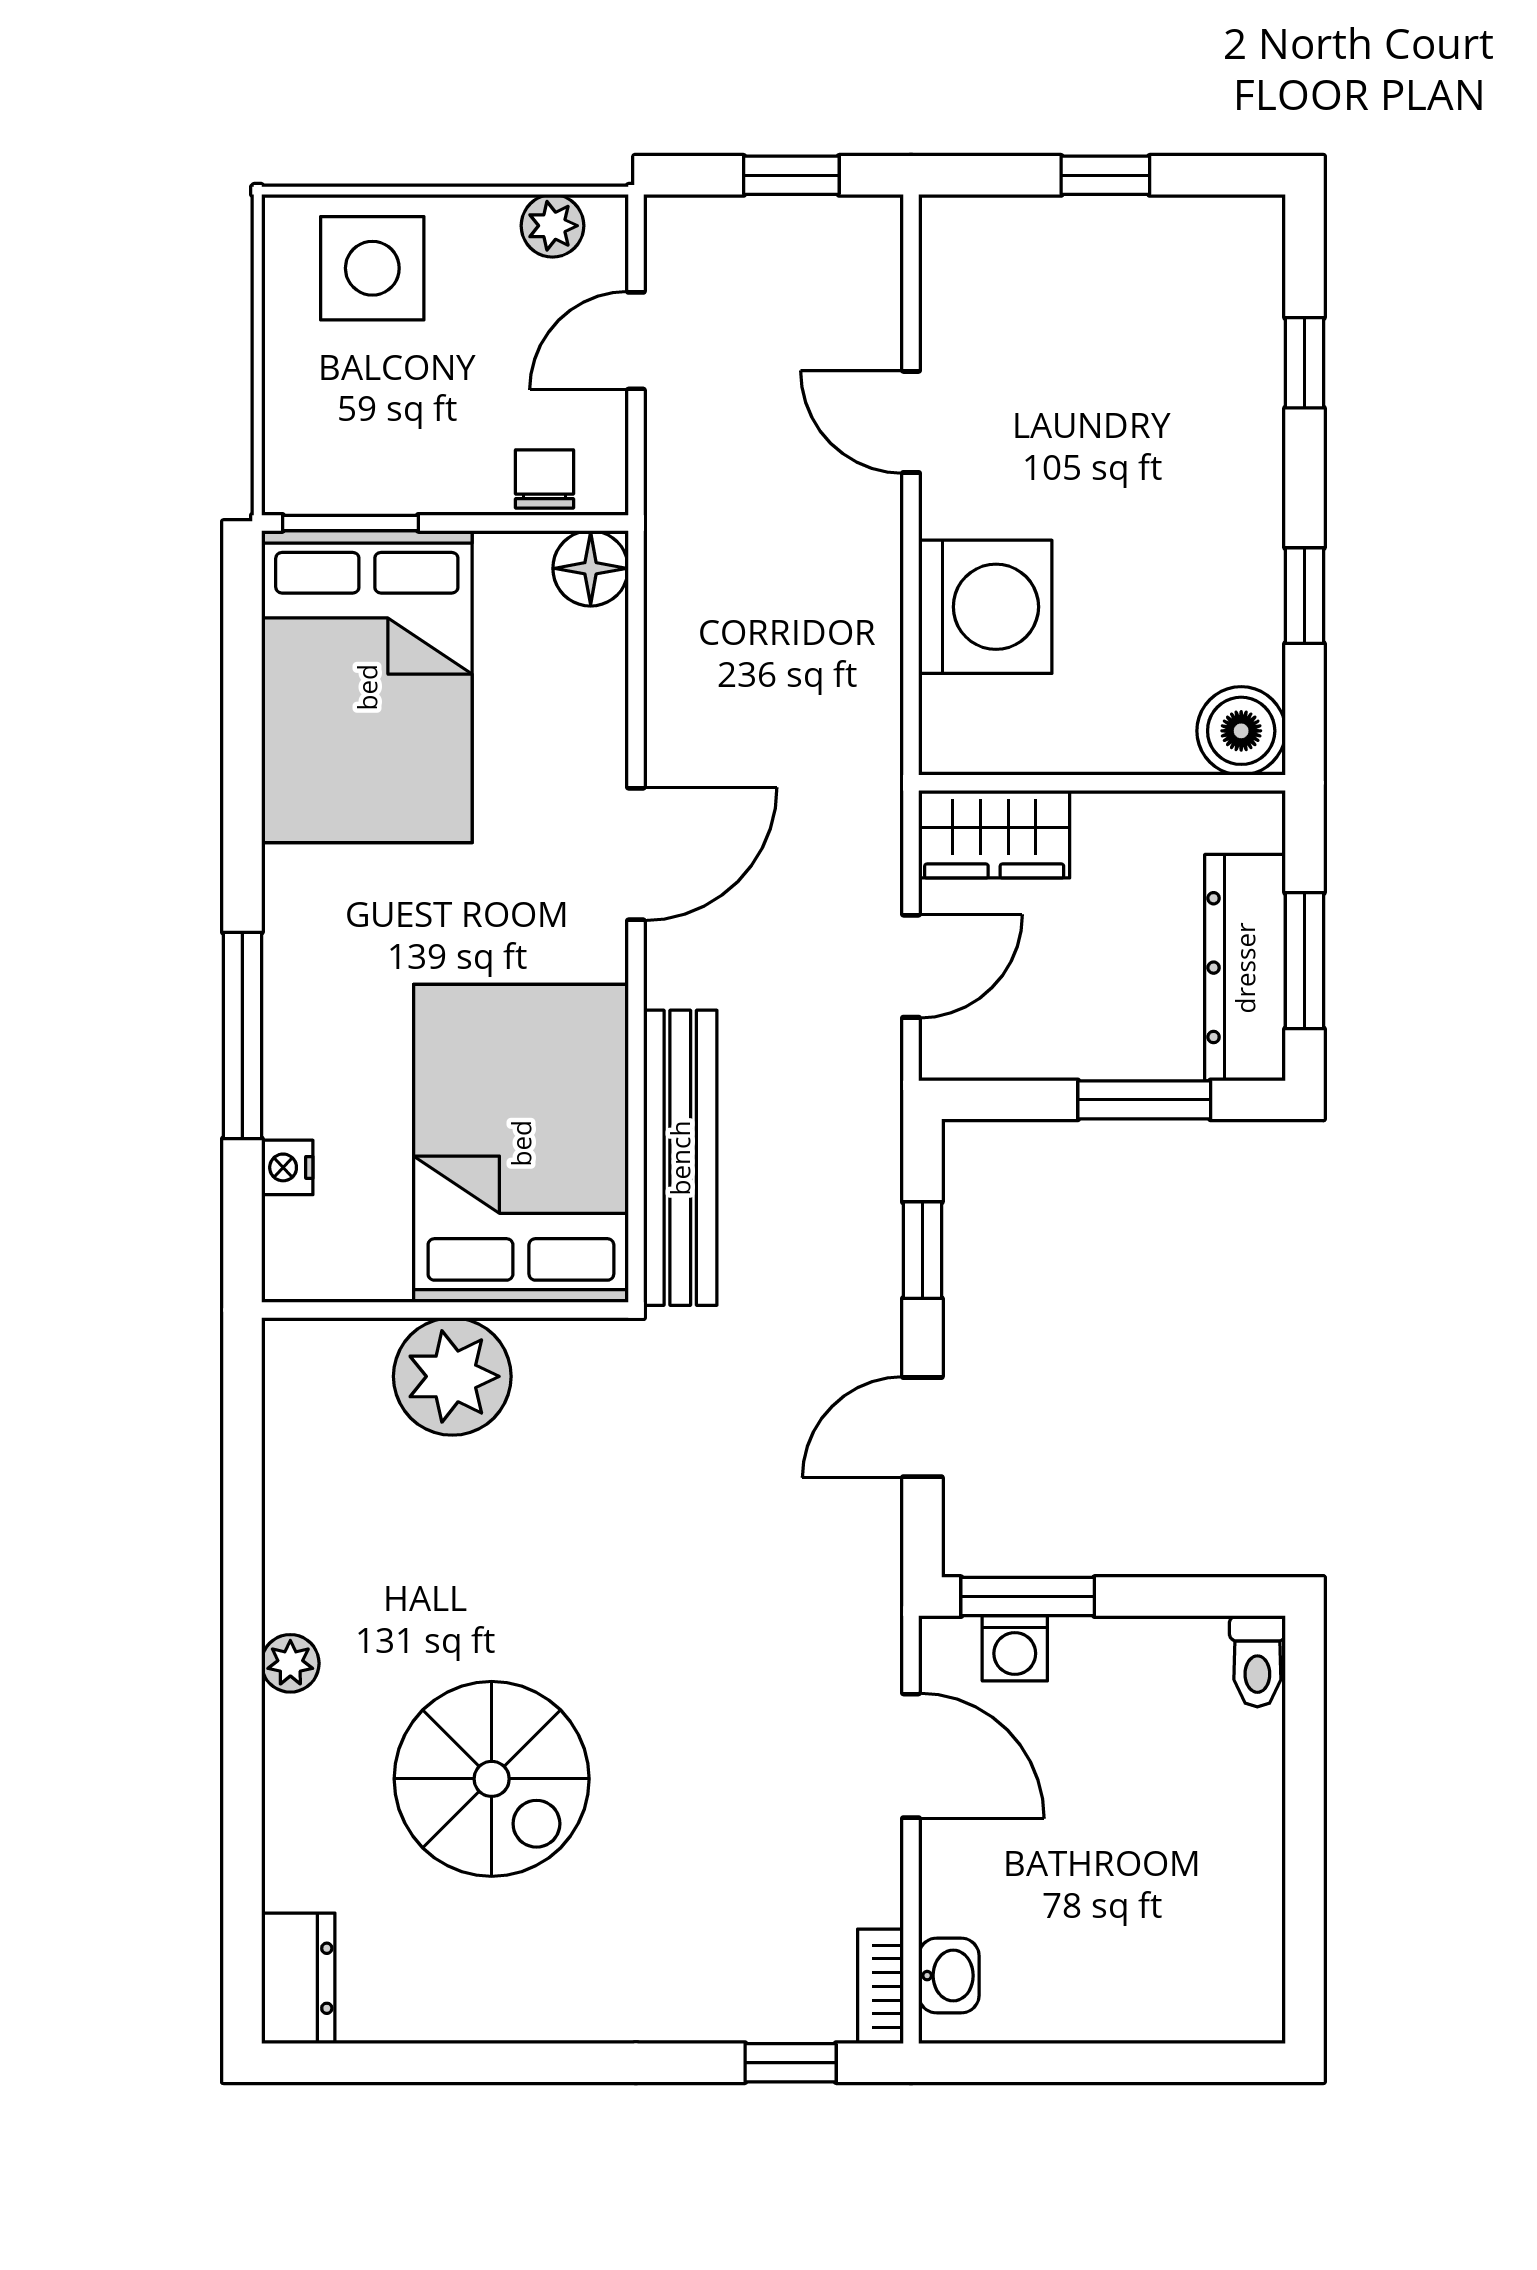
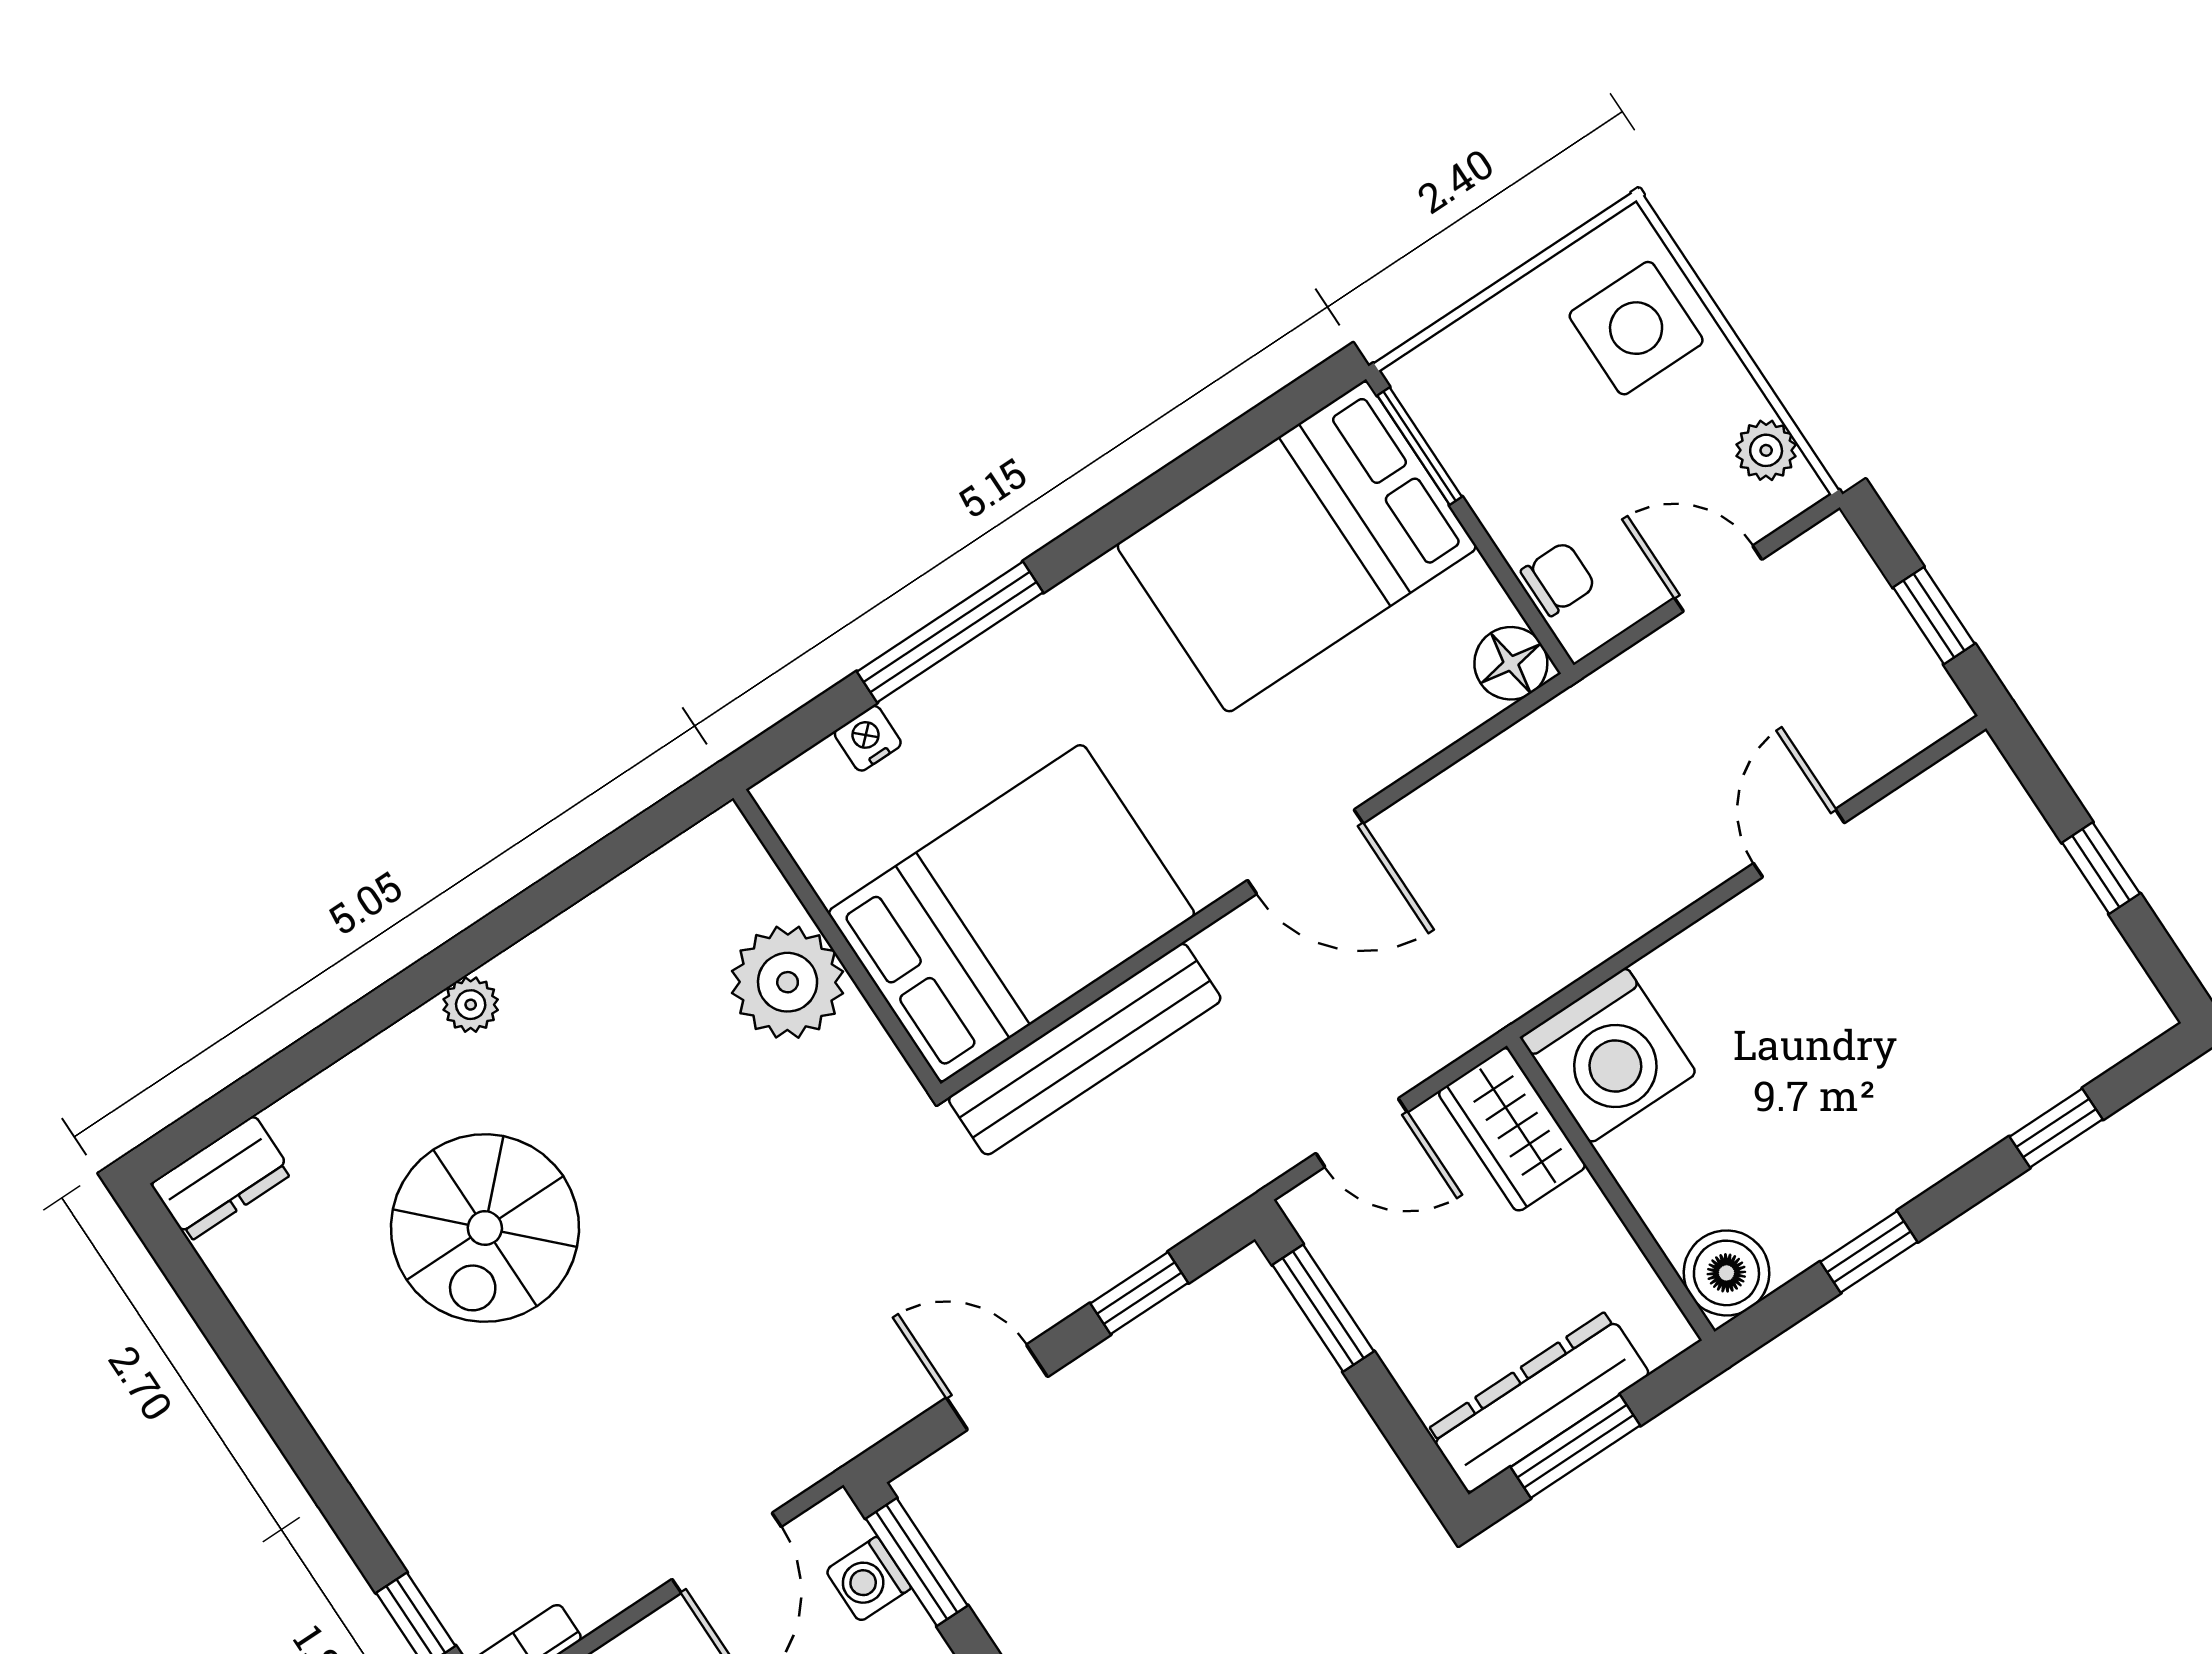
washing machine: (985, 607) -> (1608, 1055), moved
window: (1144, 1100) -> (1323, 1308), moved

